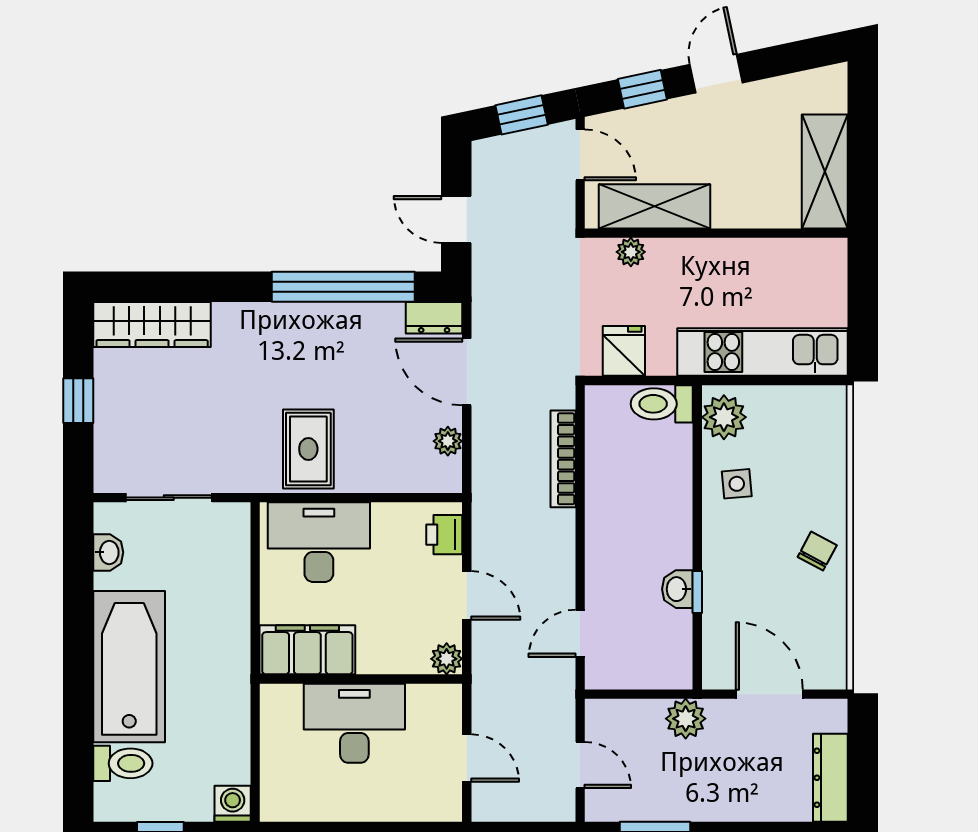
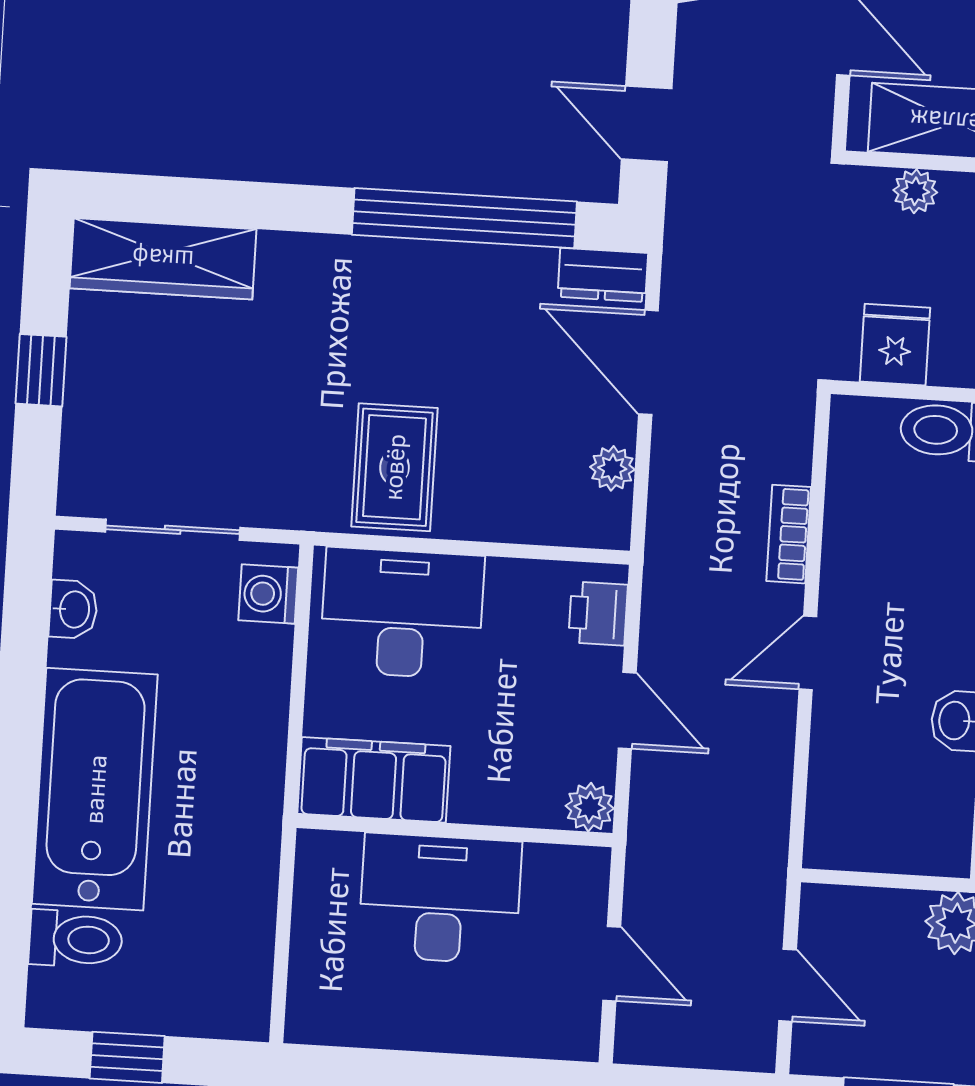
bookcase: (563, 459) -> (789, 534), width x0.64
door: (580, 633) -> (808, 653), moved
washing machine: (233, 804) -> (268, 594), moved, turned -90

